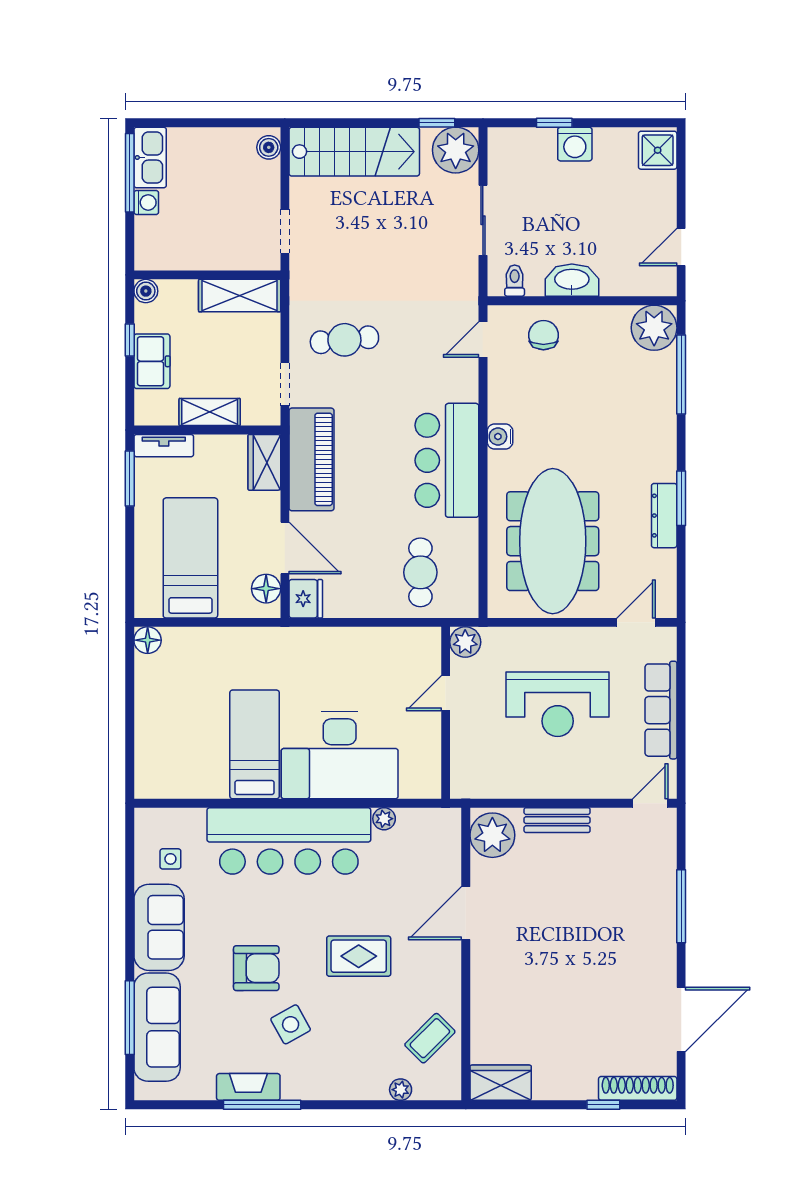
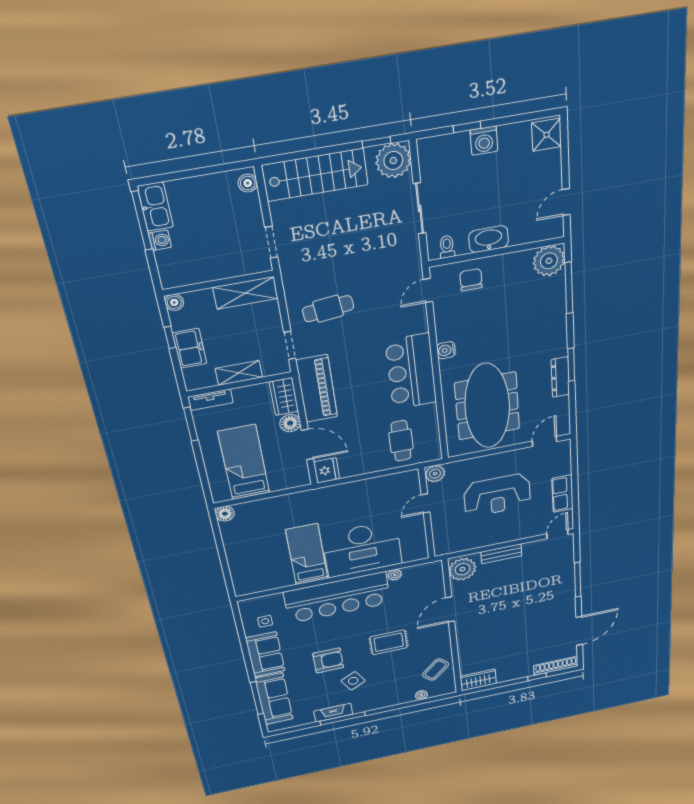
floor lamp: (266, 589) -> (290, 423), moved
row of seats: (661, 710) -> (563, 494), width x0.68

